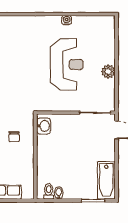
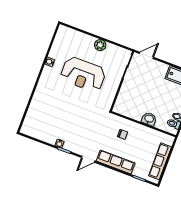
reception desk: (67, 64) -> (83, 74), turned 180
washbasin: (44, 126) -> (149, 119), moved

